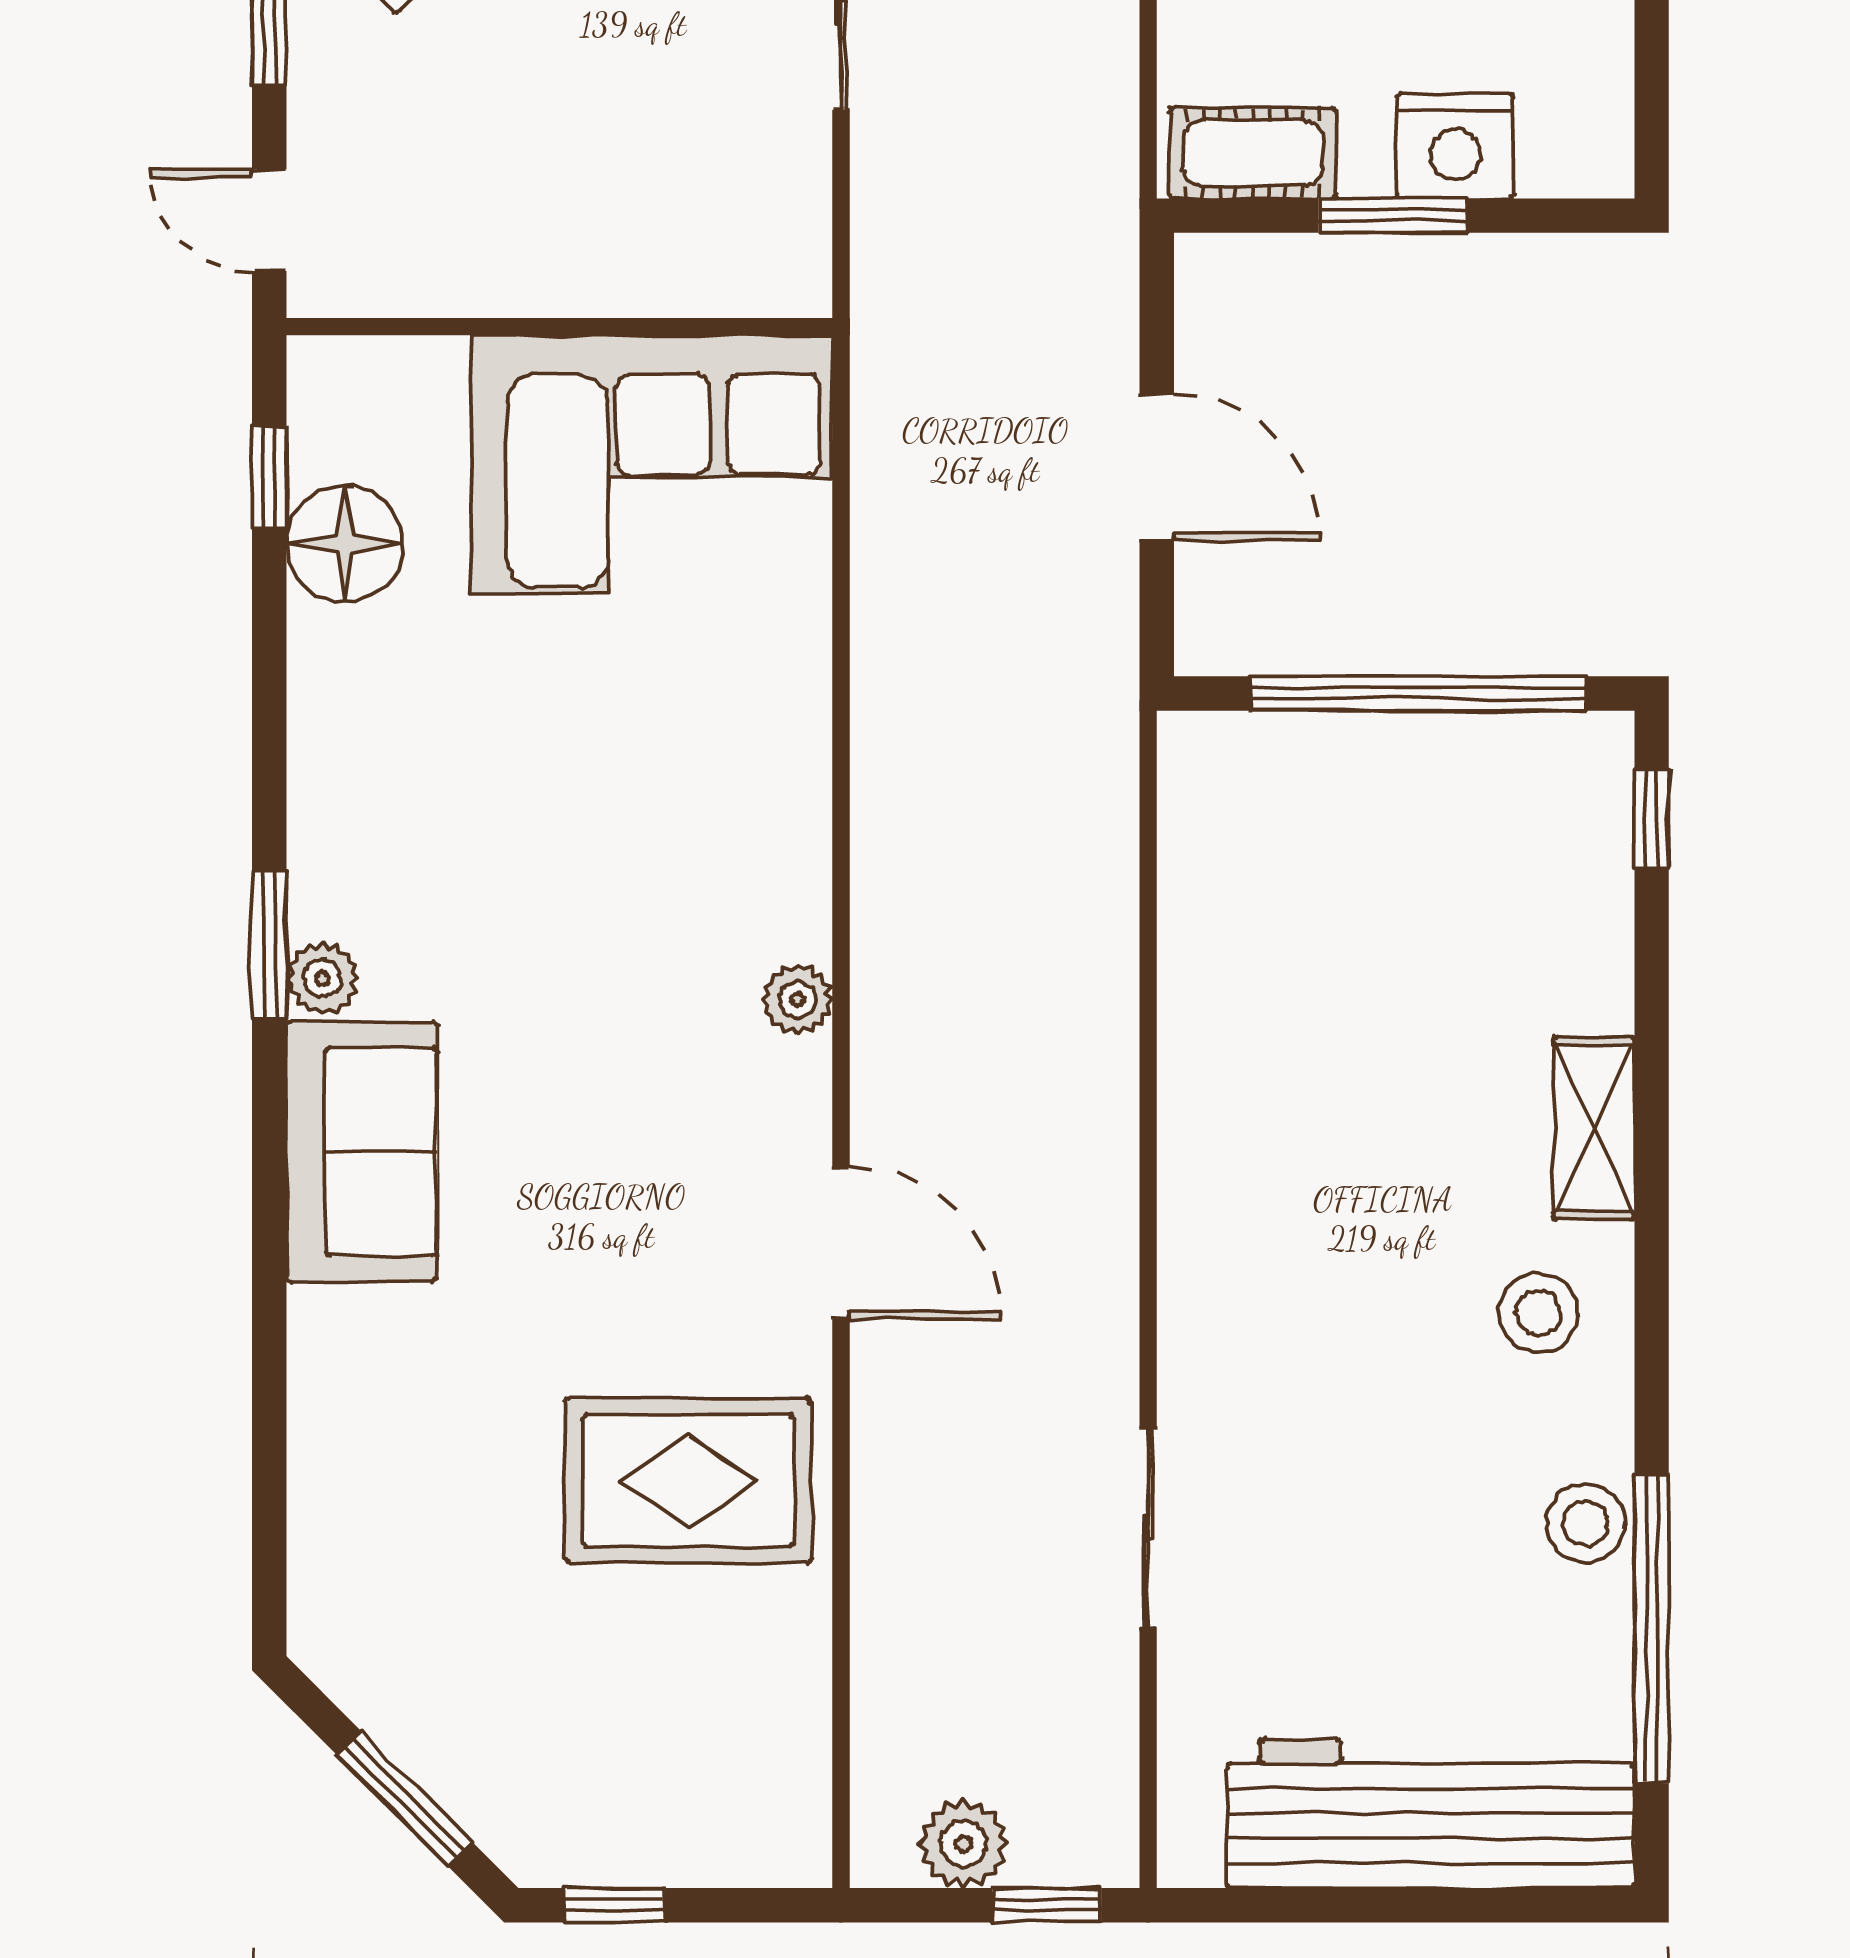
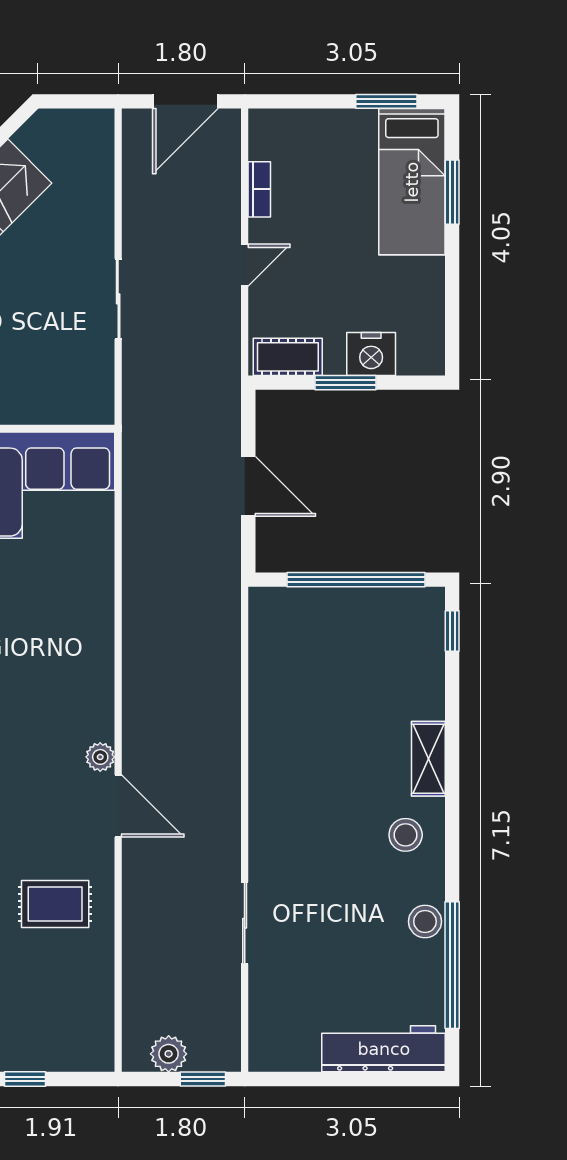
plant: (798, 1000) -> (100, 757), moved
rug: (688, 1481) -> (55, 904), width x0.73, depth x0.70
workbench: (1431, 1814) -> (384, 1049), width x0.73, depth x0.76

